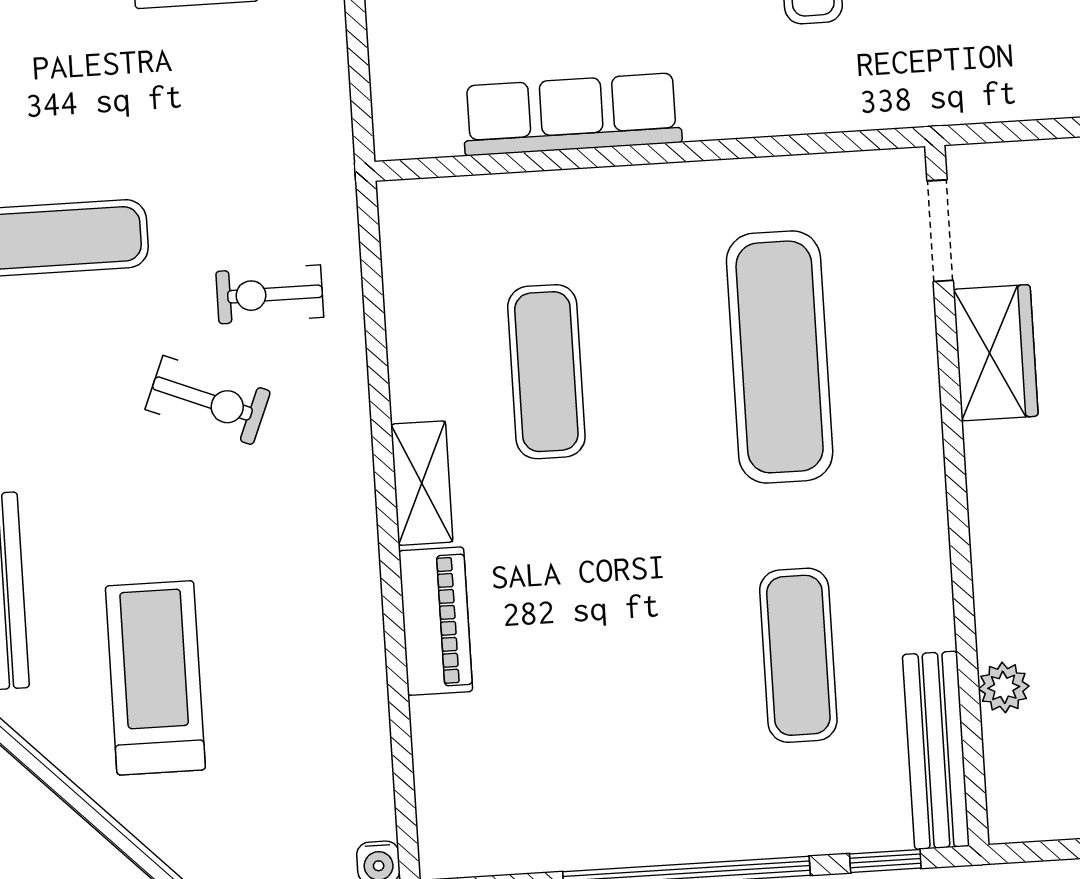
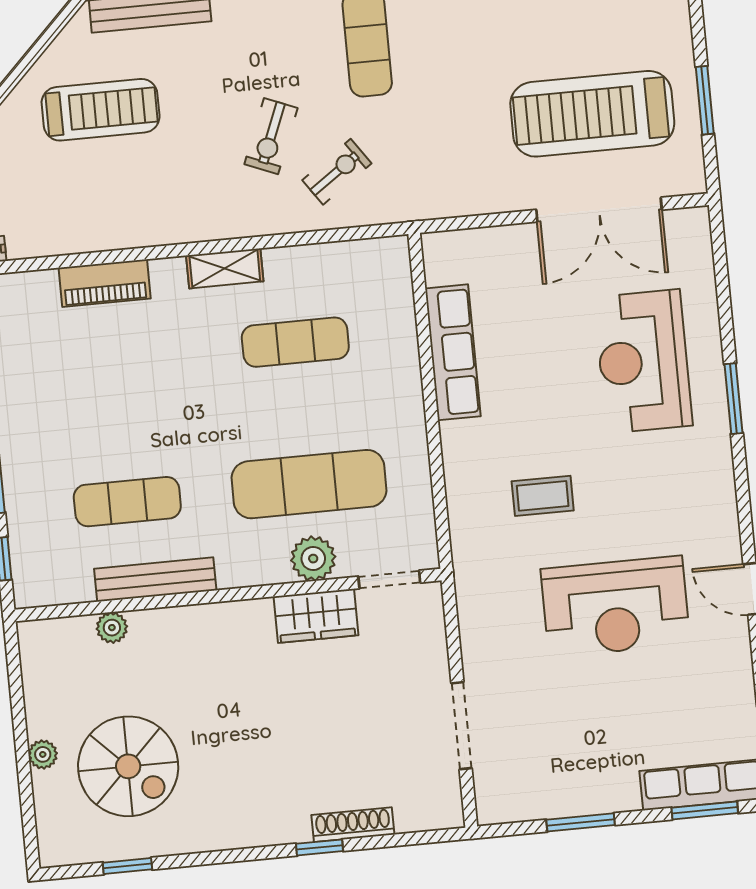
exercise bike: (270, 294) -> (337, 172), turned 55
plant: (902, 354) -> (313, 559), added
piano: (436, 621) -> (105, 283), moved
bench: (936, 750) -> (155, 579), moved

